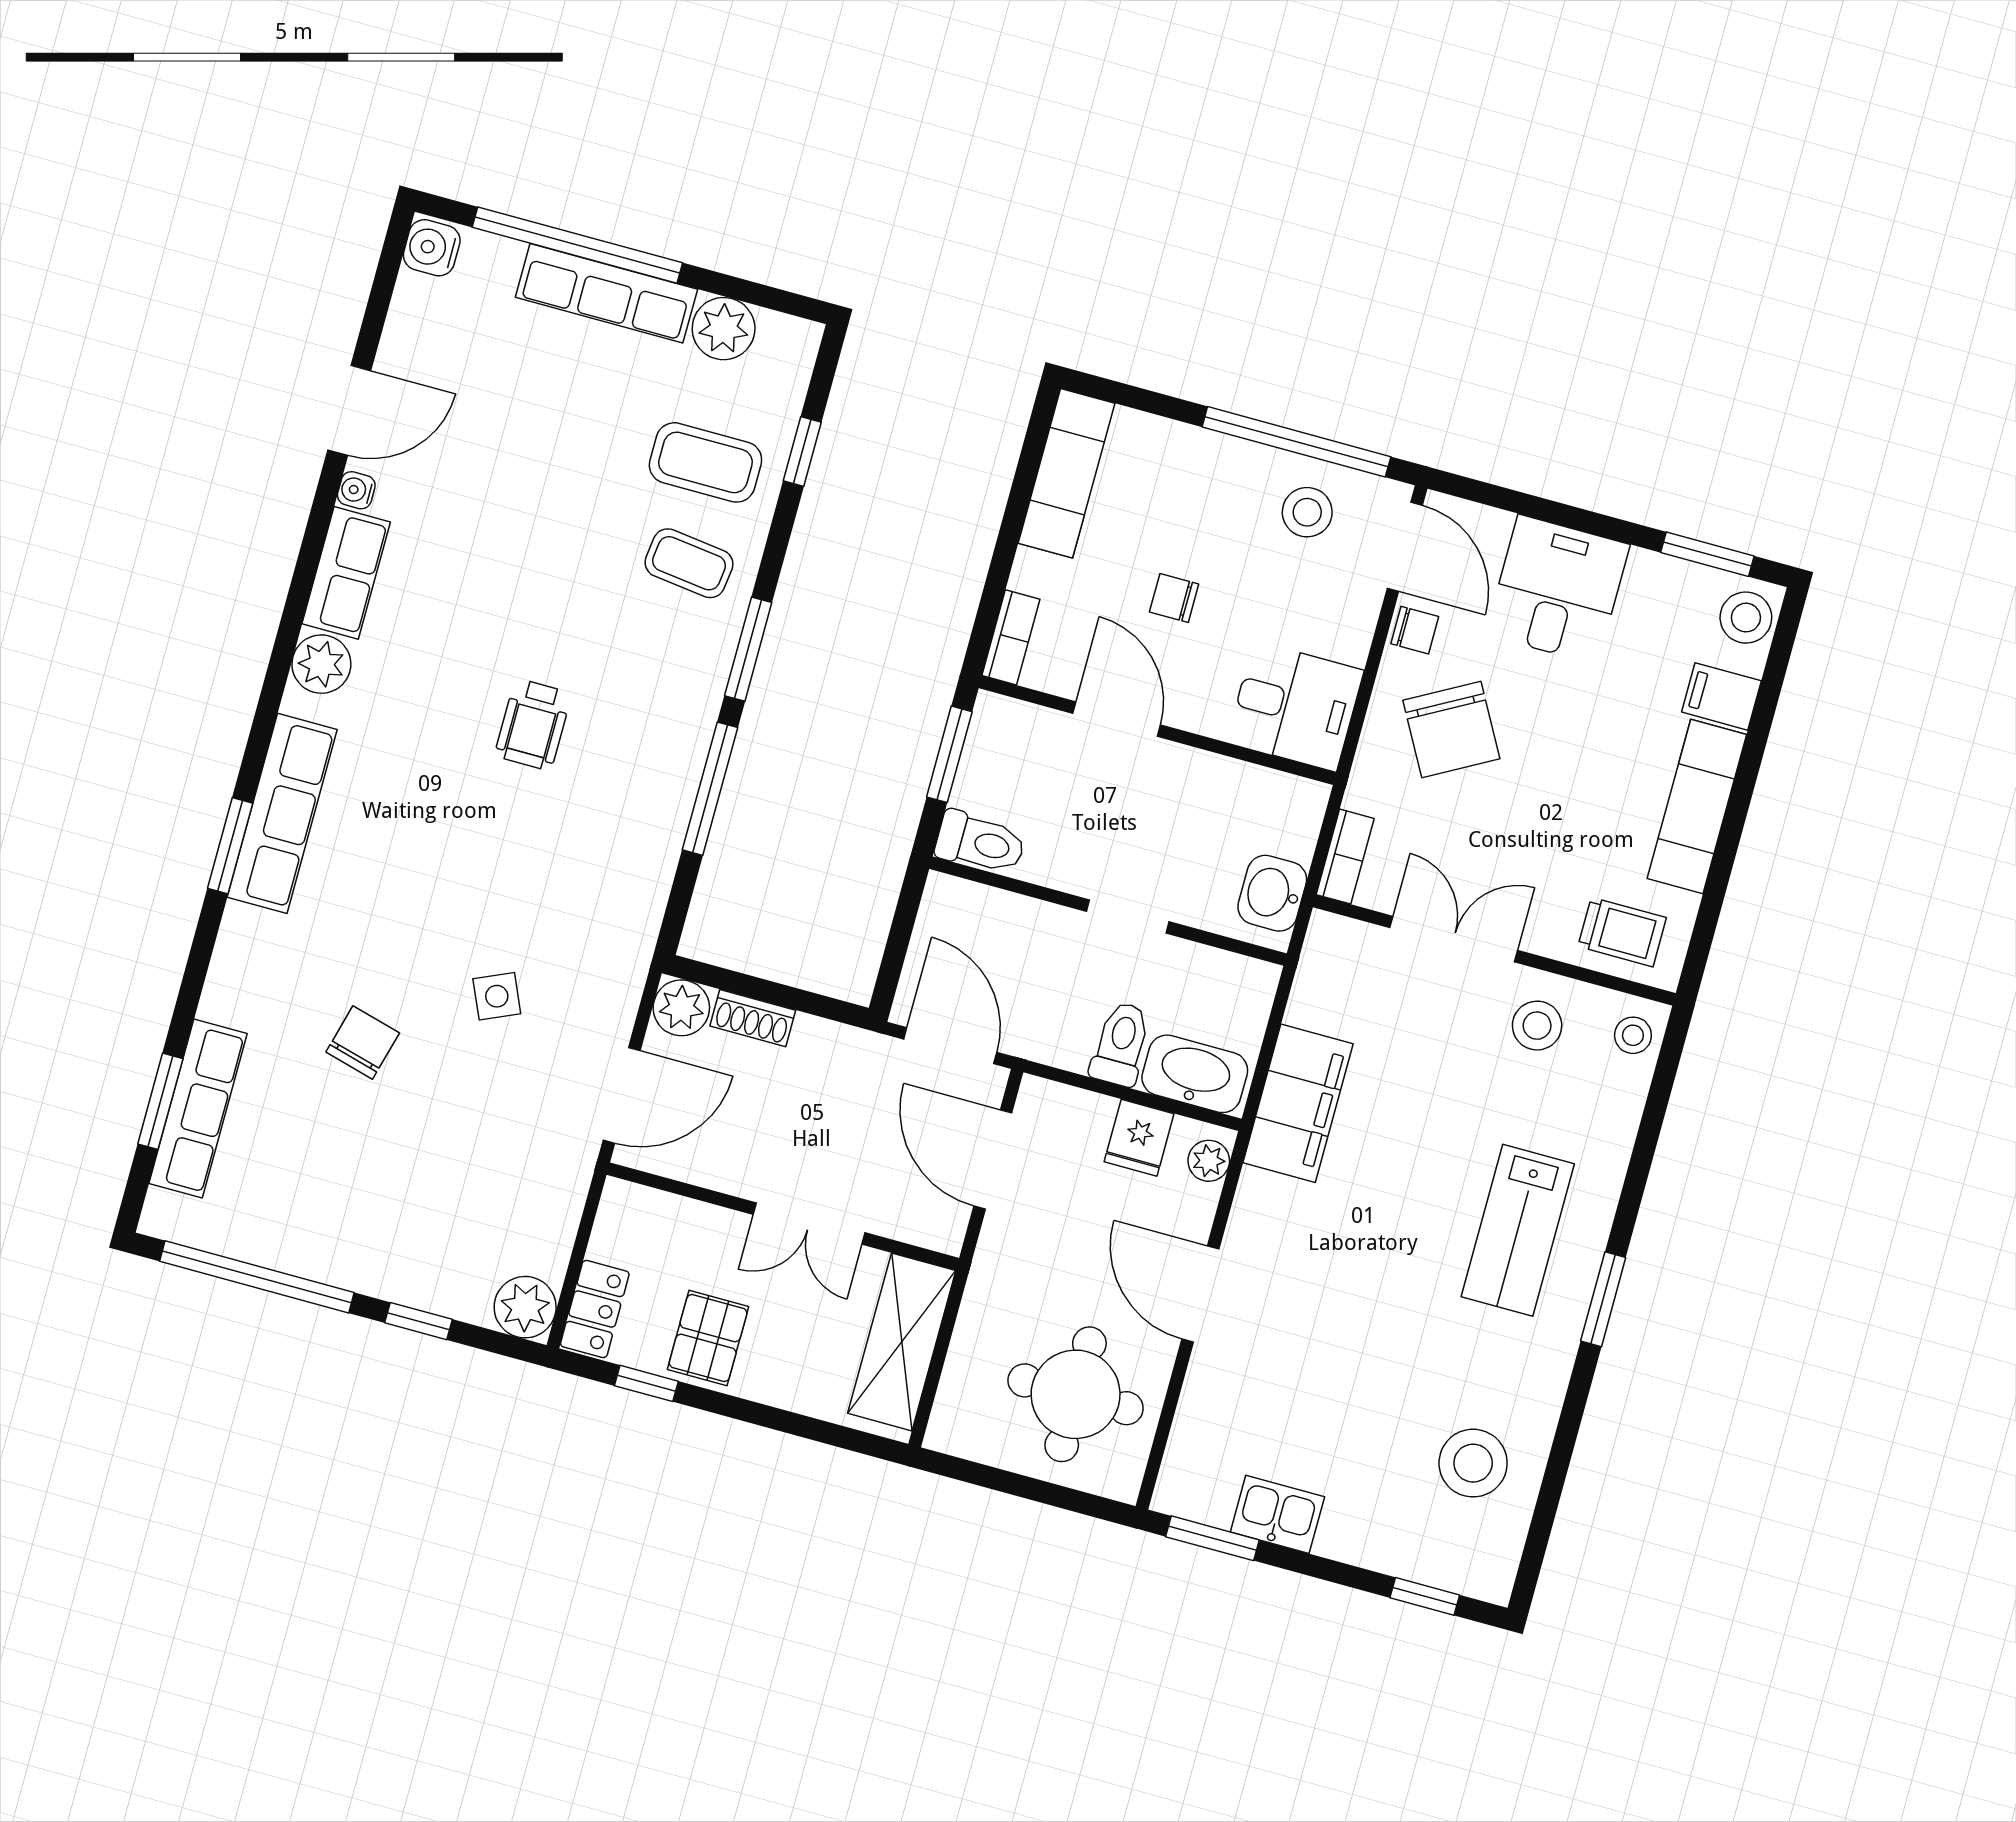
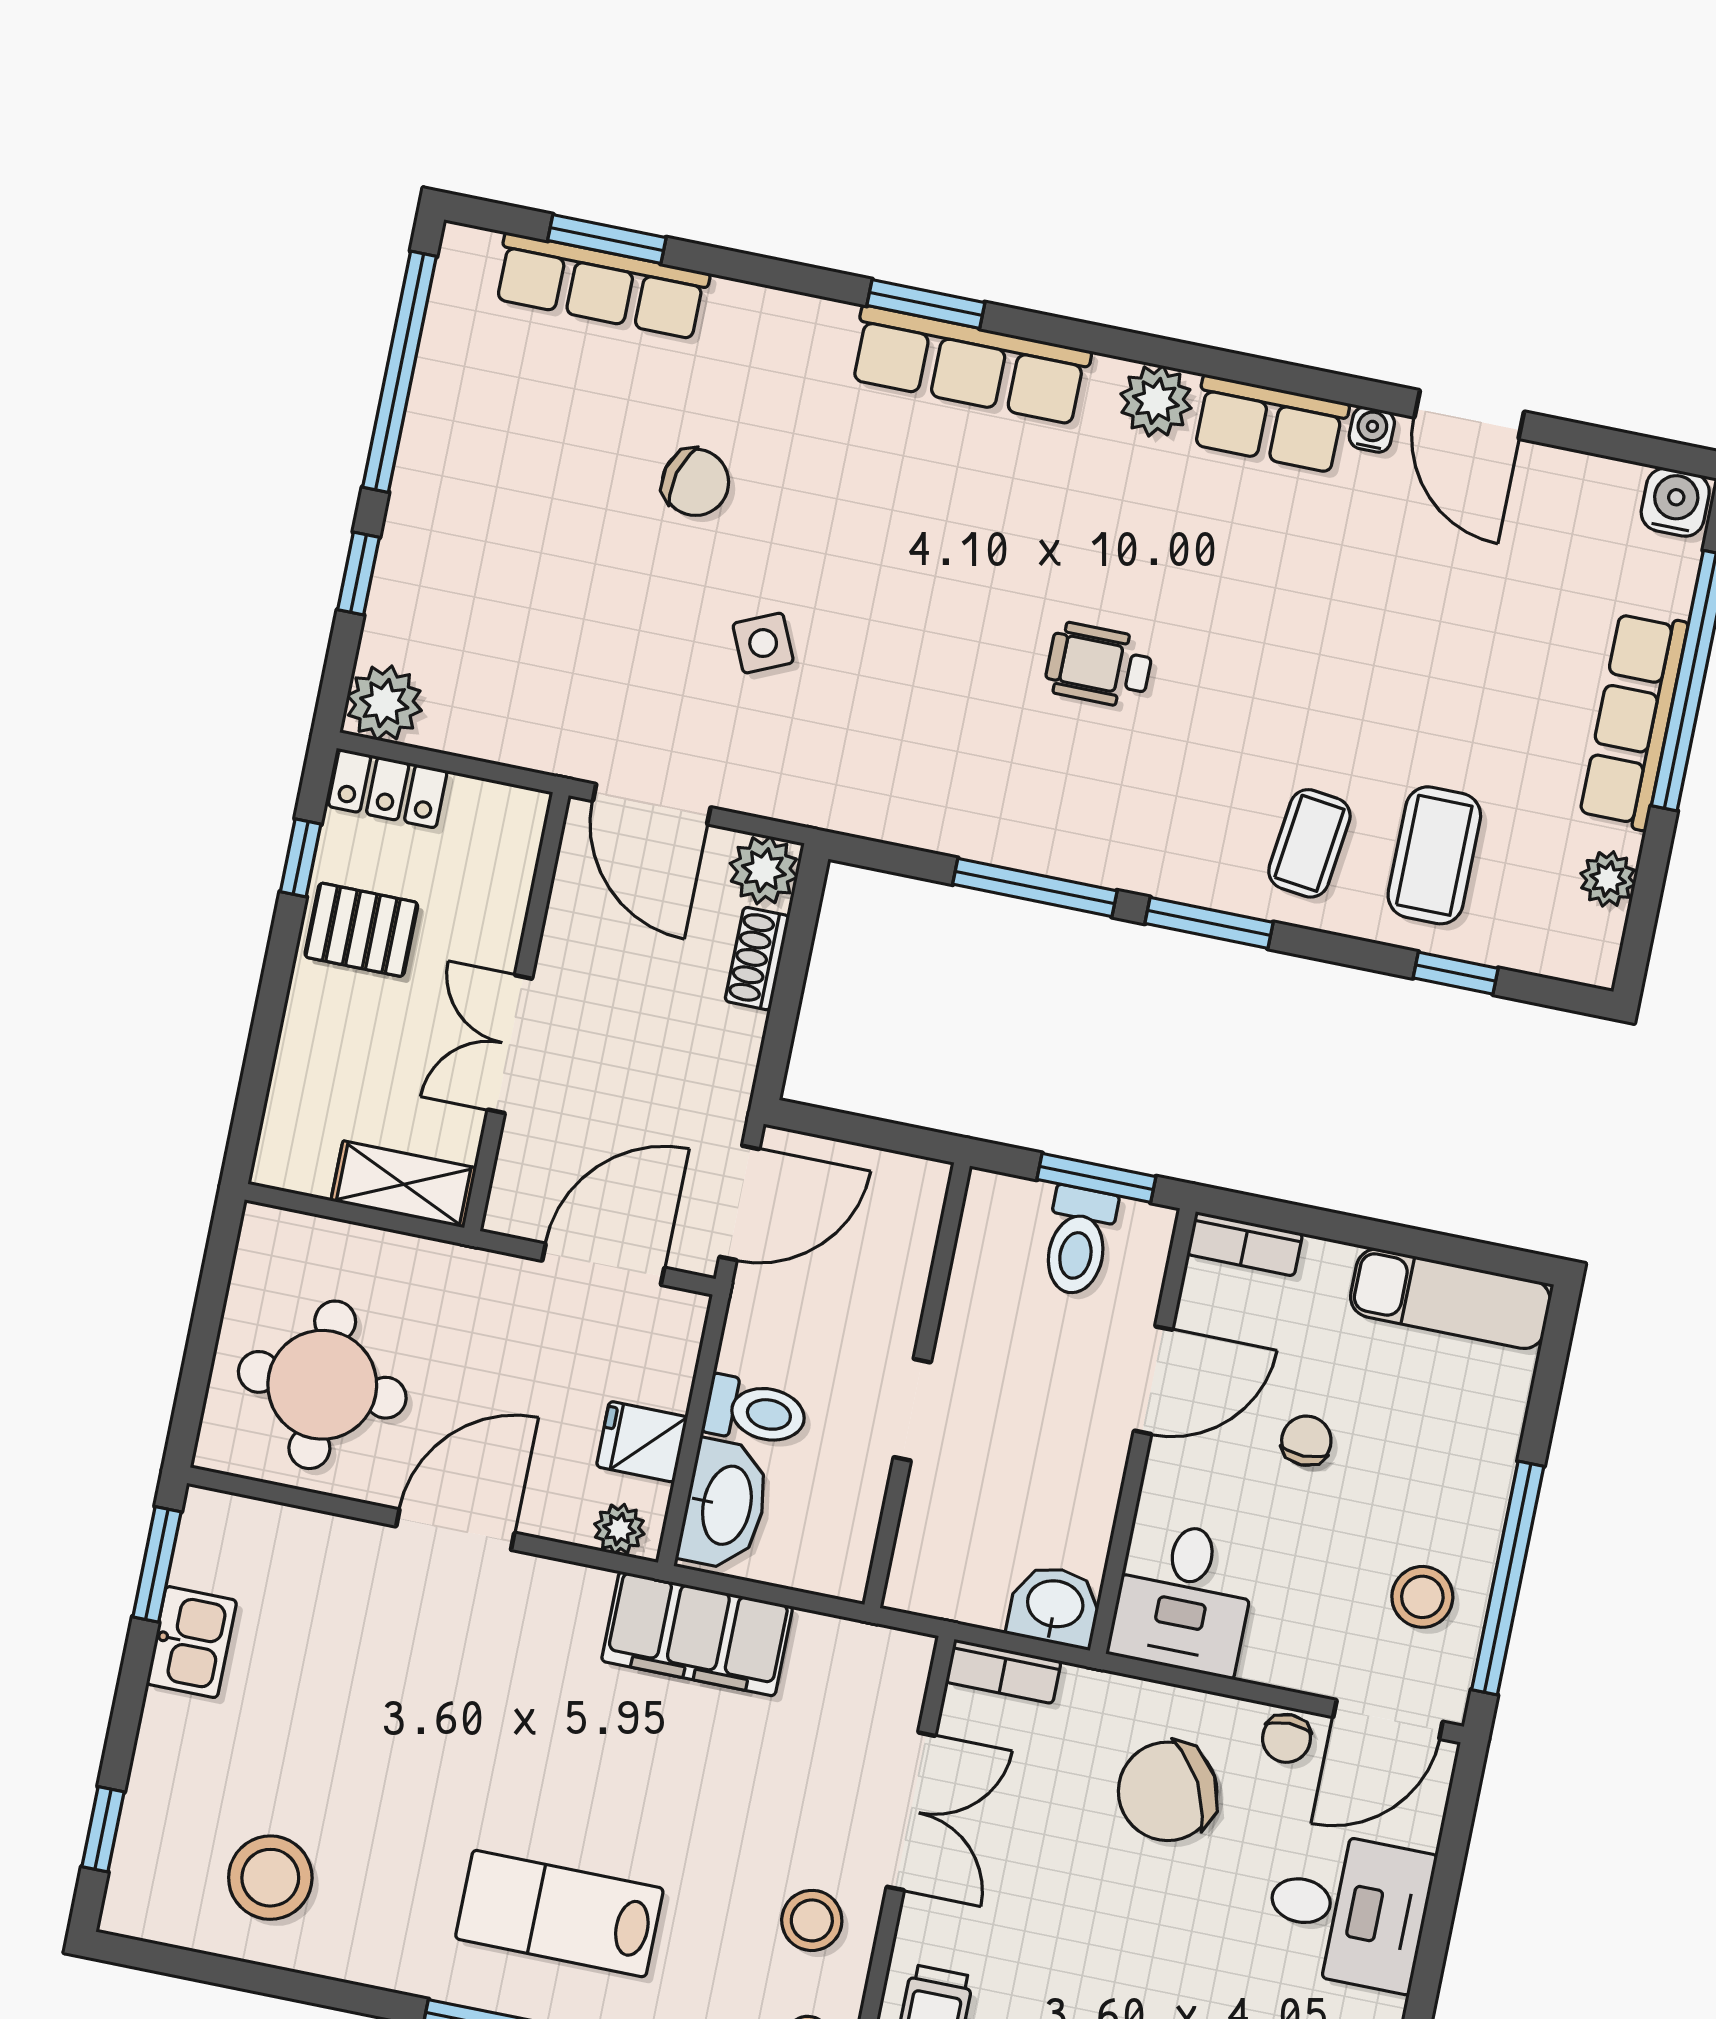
plant: (724, 329) -> (1608, 879), width x0.73, depth x0.73
toilet: (980, 843) -> (1078, 1241), moved
washbasin: (1272, 893) -> (1055, 1606), moved
shelving: (902, 1342) -> (404, 1184), width x0.67, depth x0.75

